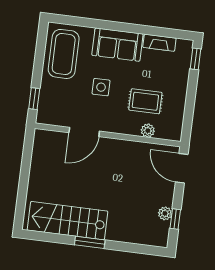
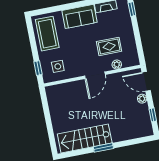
side table: (101, 87) -> (58, 66), moved
door: (84, 132) -> (95, 75), moved
plant: (165, 213) -> (142, 99), moved

